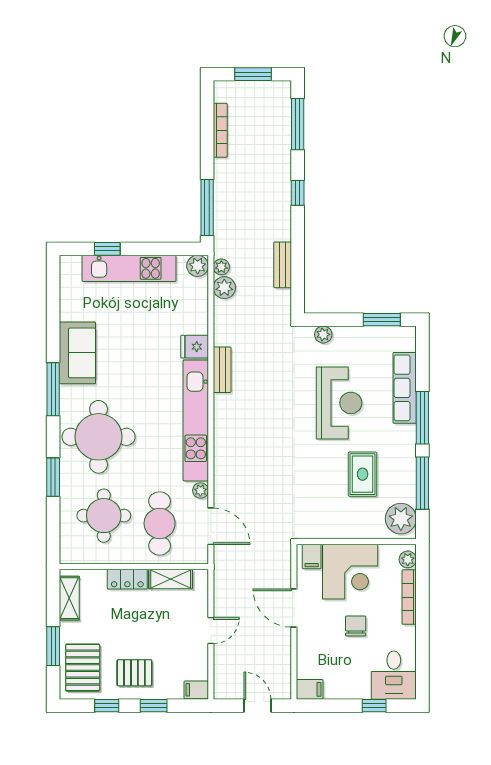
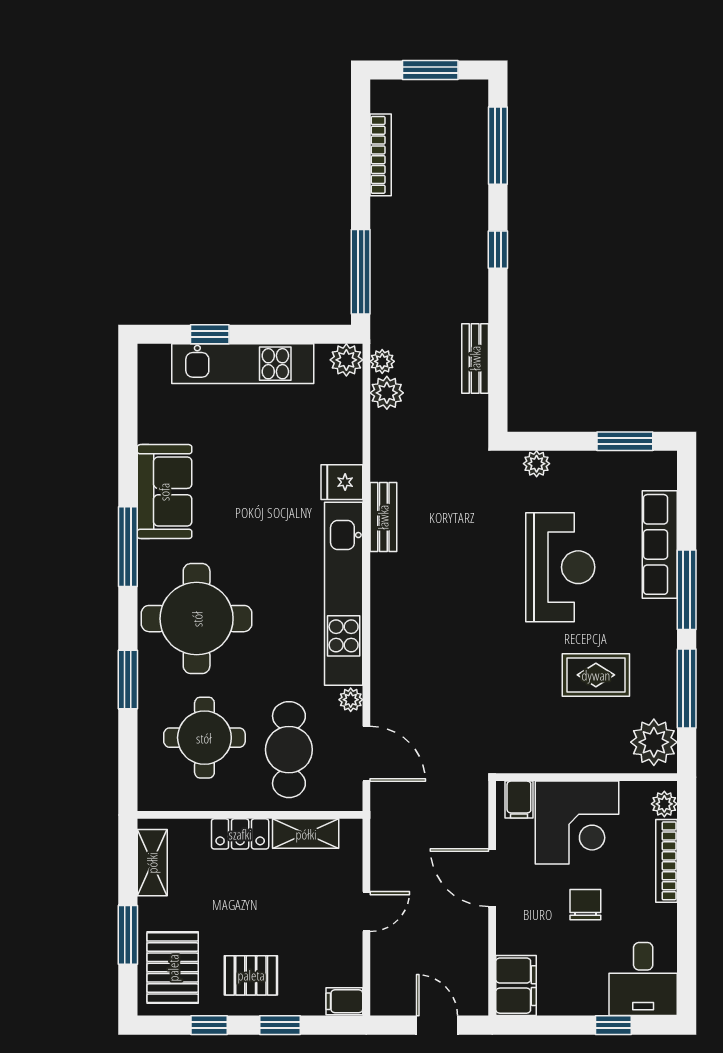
rug: (363, 474) -> (596, 675), turned 90
filing cabinet: (310, 689) -> (516, 986), width x2.00

